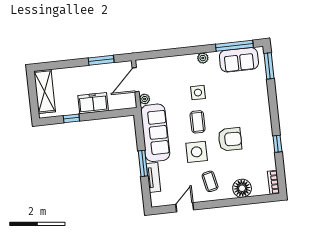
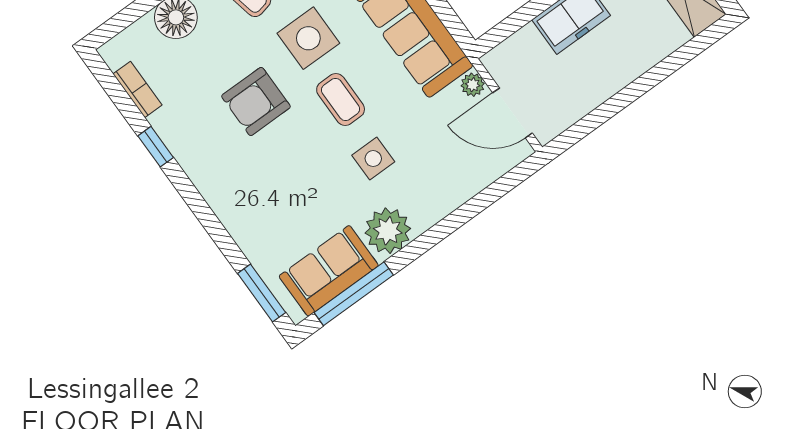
plant: (203, 58) -> (388, 231), width x1.88, depth x1.88
window: (101, 60) -> (604, 113), removed
door: (136, 80) -> (512, 113), swing flipped
bookcase: (273, 182) -> (137, 89), moved

